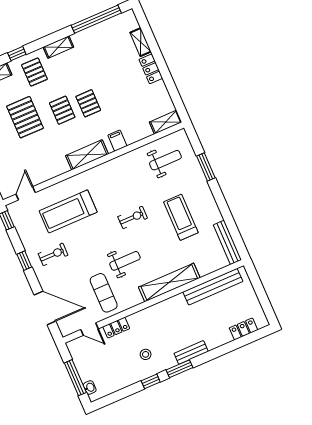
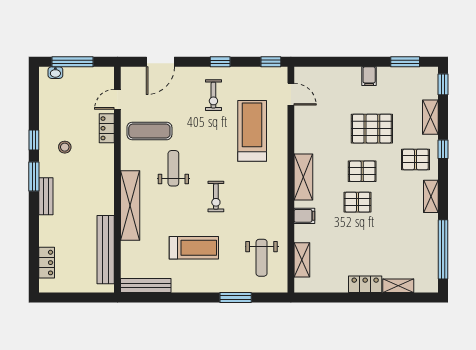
shelving: (166, 122) -> (302, 260), moved
weight bench: (125, 261) -> (173, 168), turned 180
door: (45, 308) -> (160, 62), width x0.73

